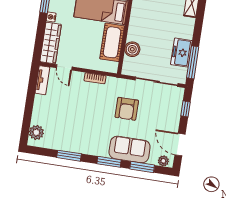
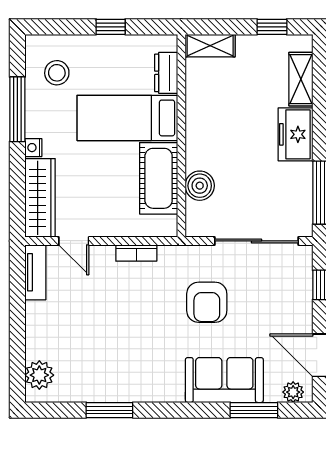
freezer: (181, 53) -> (295, 134), moved
window: (109, 162) -> (188, 410), removed

